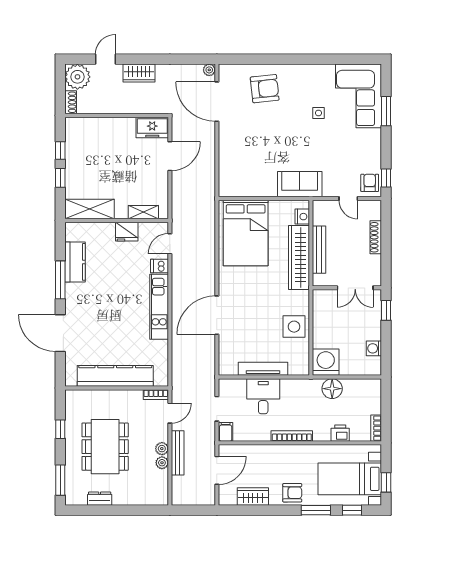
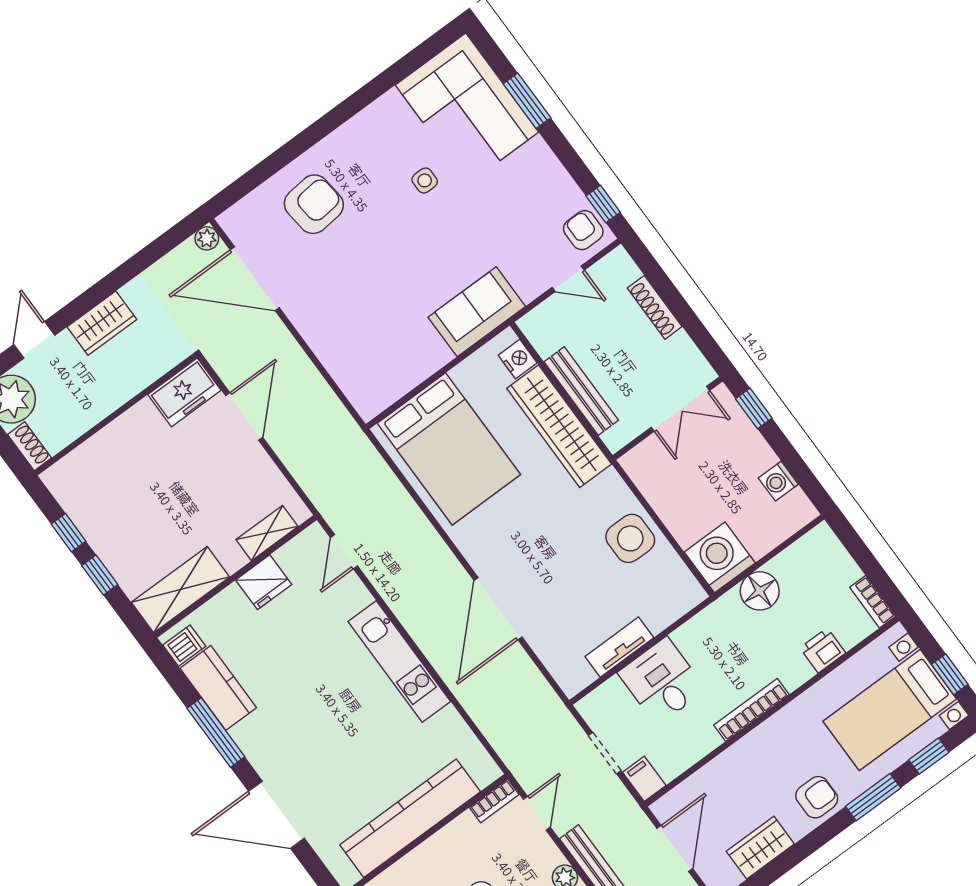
dishwasher: (159, 266) -> (184, 646), moved, turned 180
tv unit: (263, 369) -> (619, 647), width x0.71

